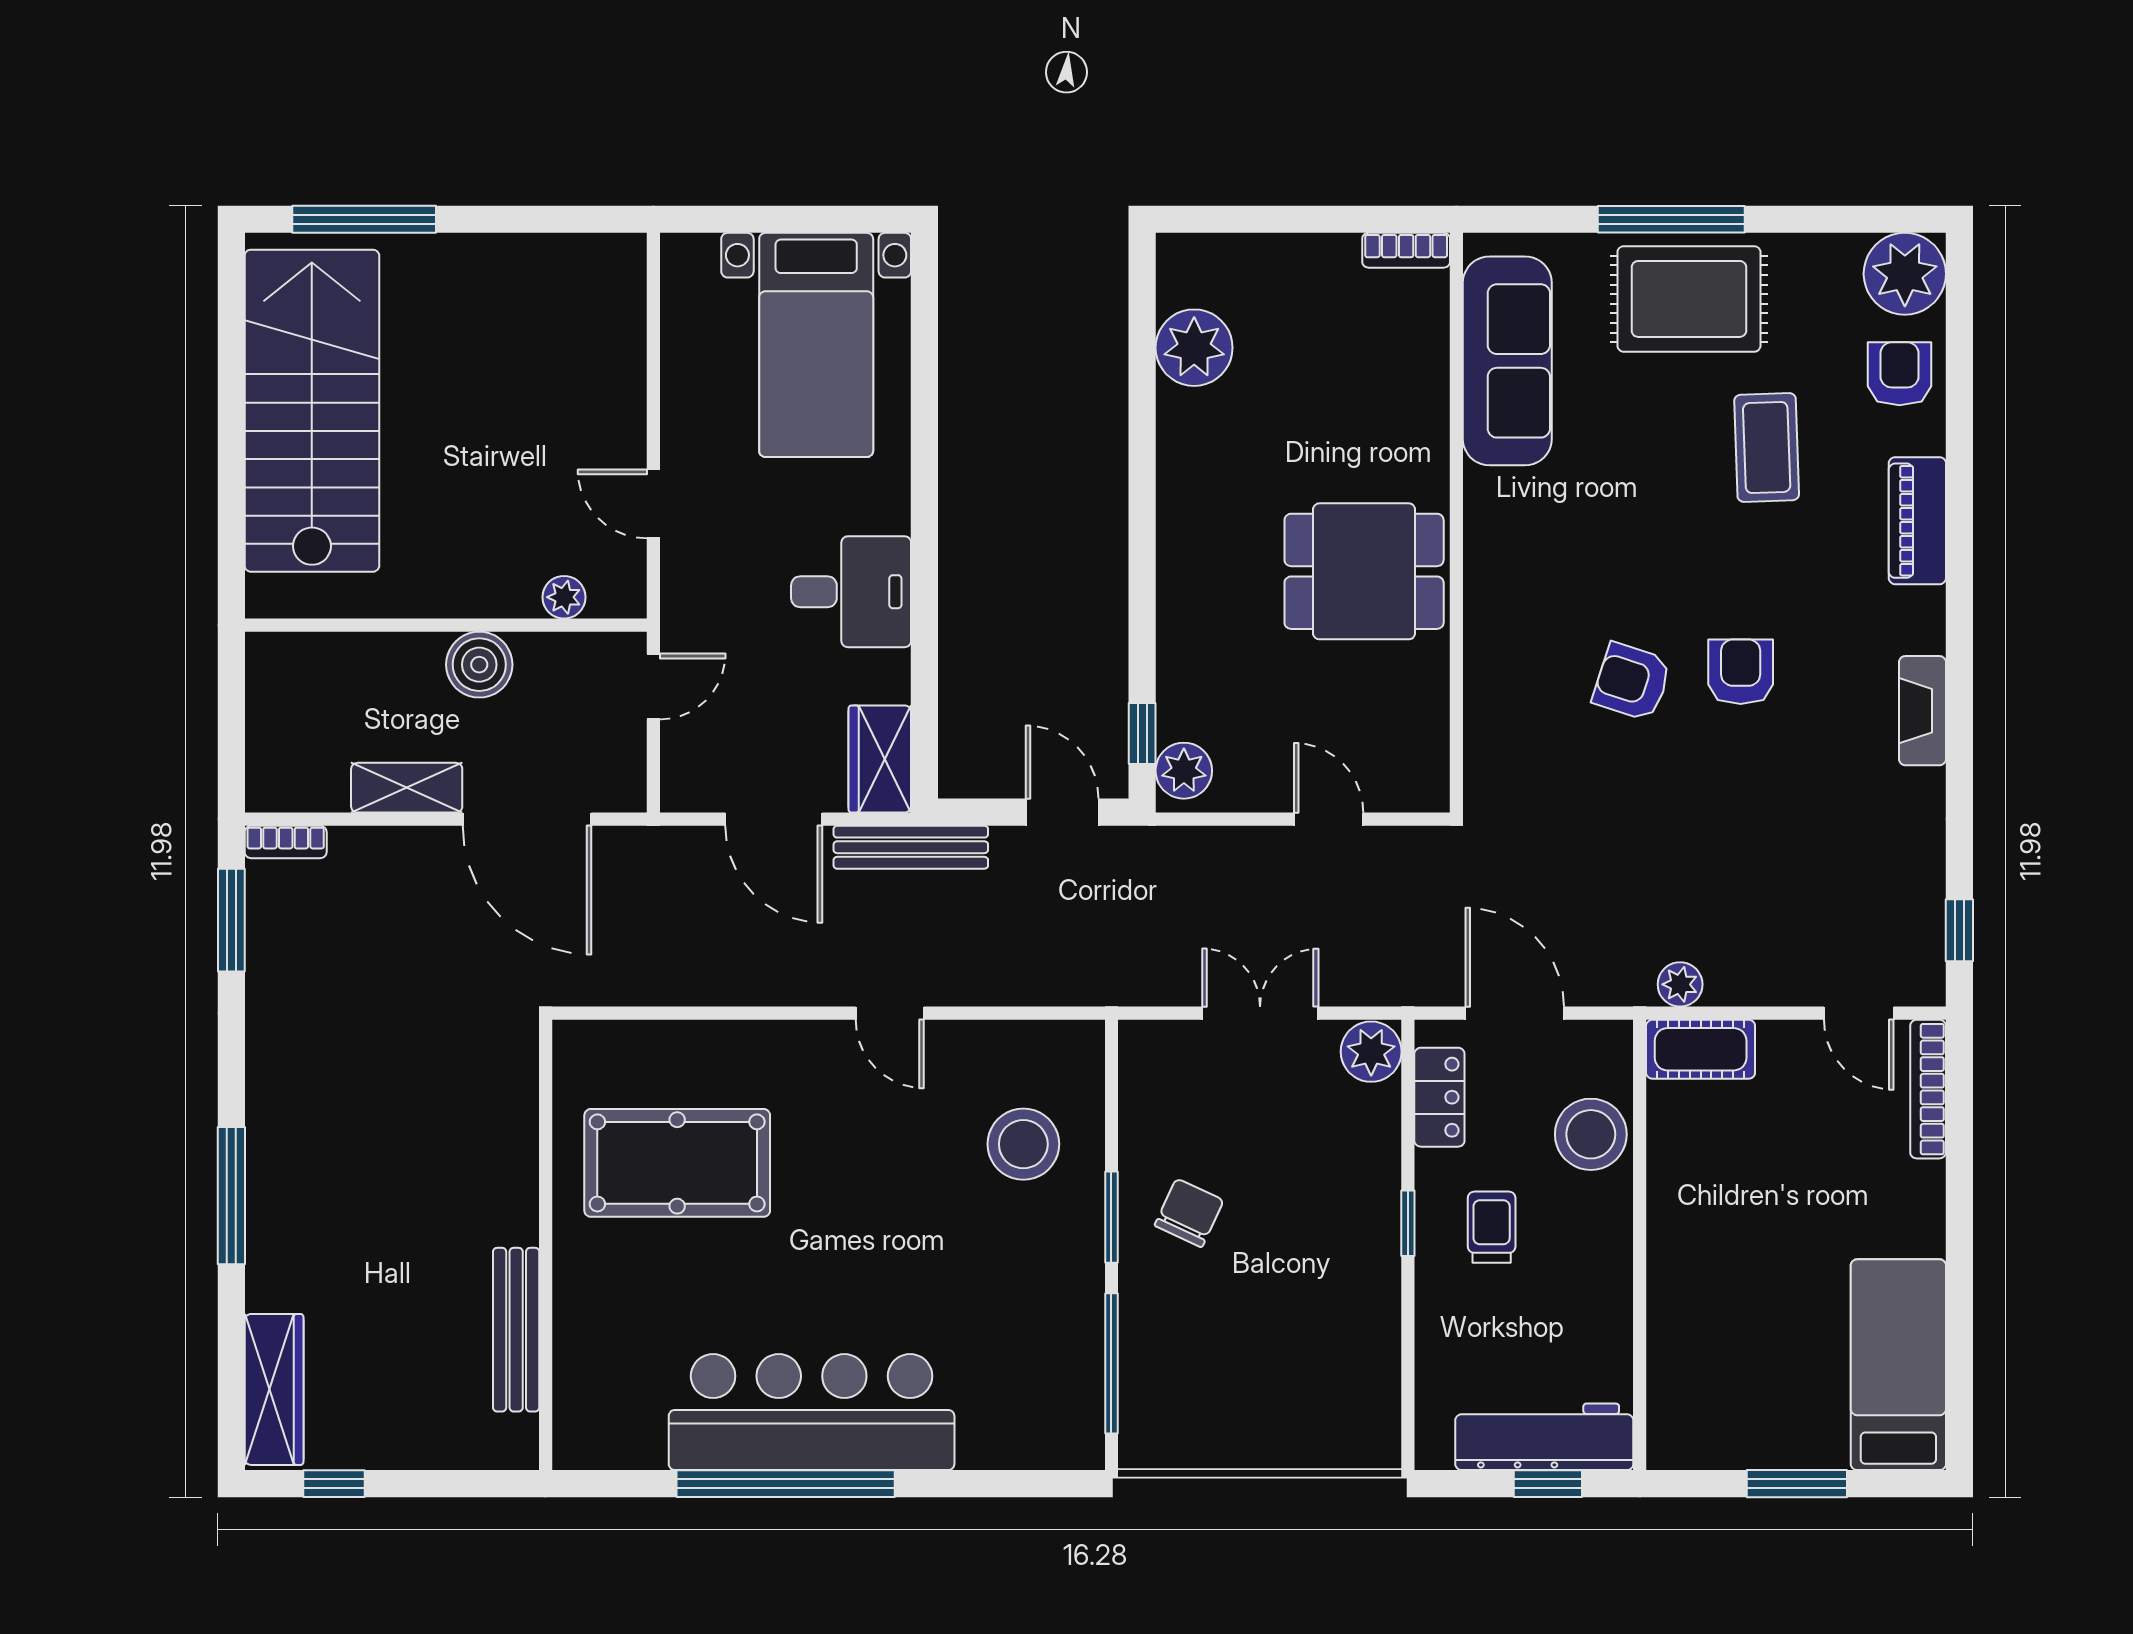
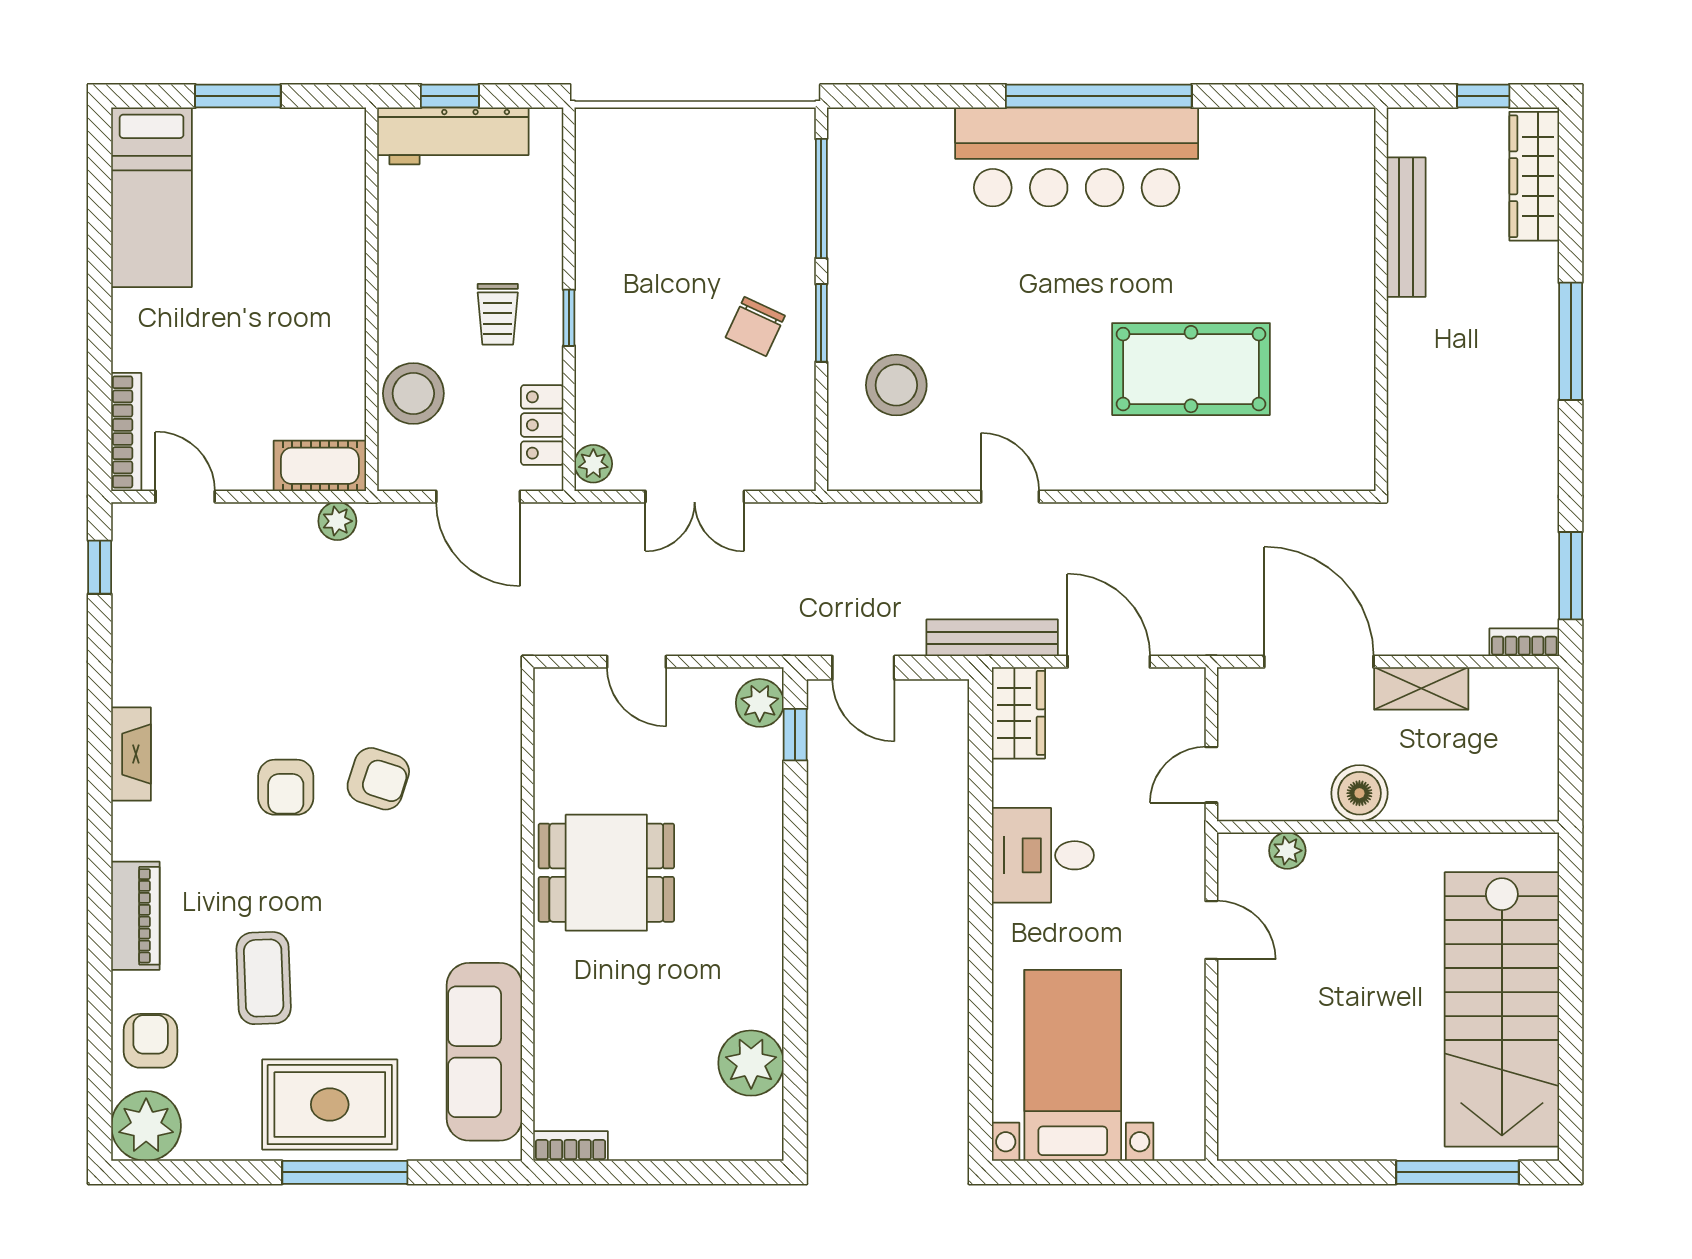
armchair: (1899, 374) -> (151, 1041), turned 180
plant: (1371, 1052) -> (593, 464), width x0.73, depth x0.73
wall: (546, 1245) -> (1381, 299), moved
bench: (516, 1330) -> (1406, 227), moved

